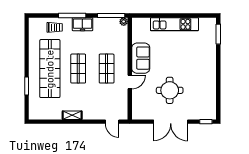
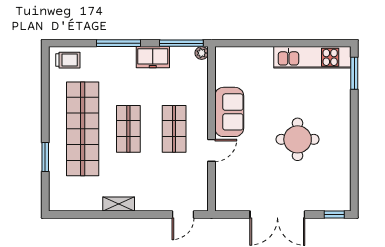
freezer: (82, 24) -> (153, 57), moved
kitchen unit: (174, 24) -> (312, 57), moved
trolley: (55, 27) -> (68, 60), moved
round table: (170, 90) -> (298, 139), moved
door: (112, 122) -> (183, 215), hinge flipped

